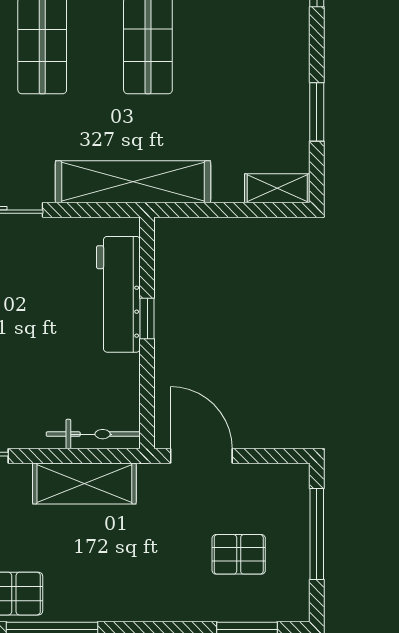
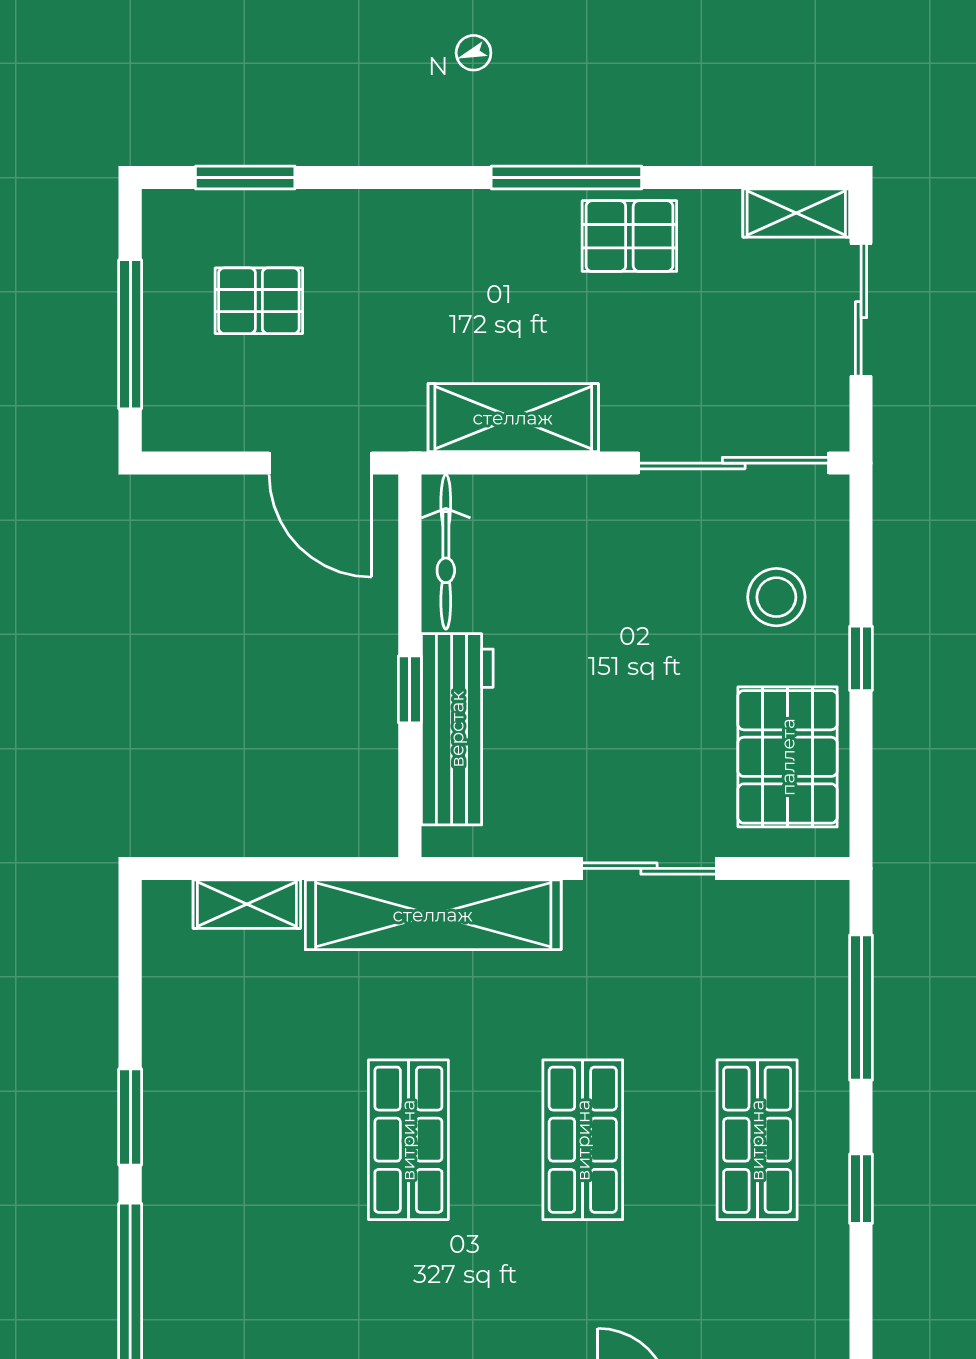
window: (317, 112) -> (130, 1117), moved
shelving: (277, 188) -> (247, 904), moved
bicycle: (93, 434) -> (446, 552), moved, turned -90

